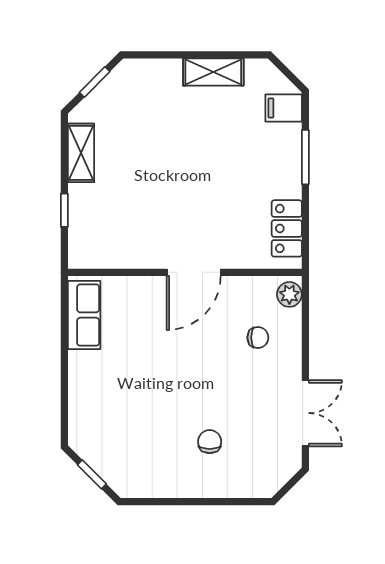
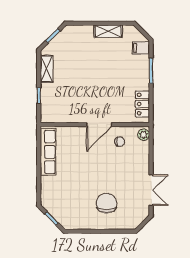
row of seats: (84, 315) -> (48, 152), width x1.48
chair: (258, 338) -> (120, 142), moved
chair: (210, 442) -> (106, 203), width x1.87, depth x1.87

